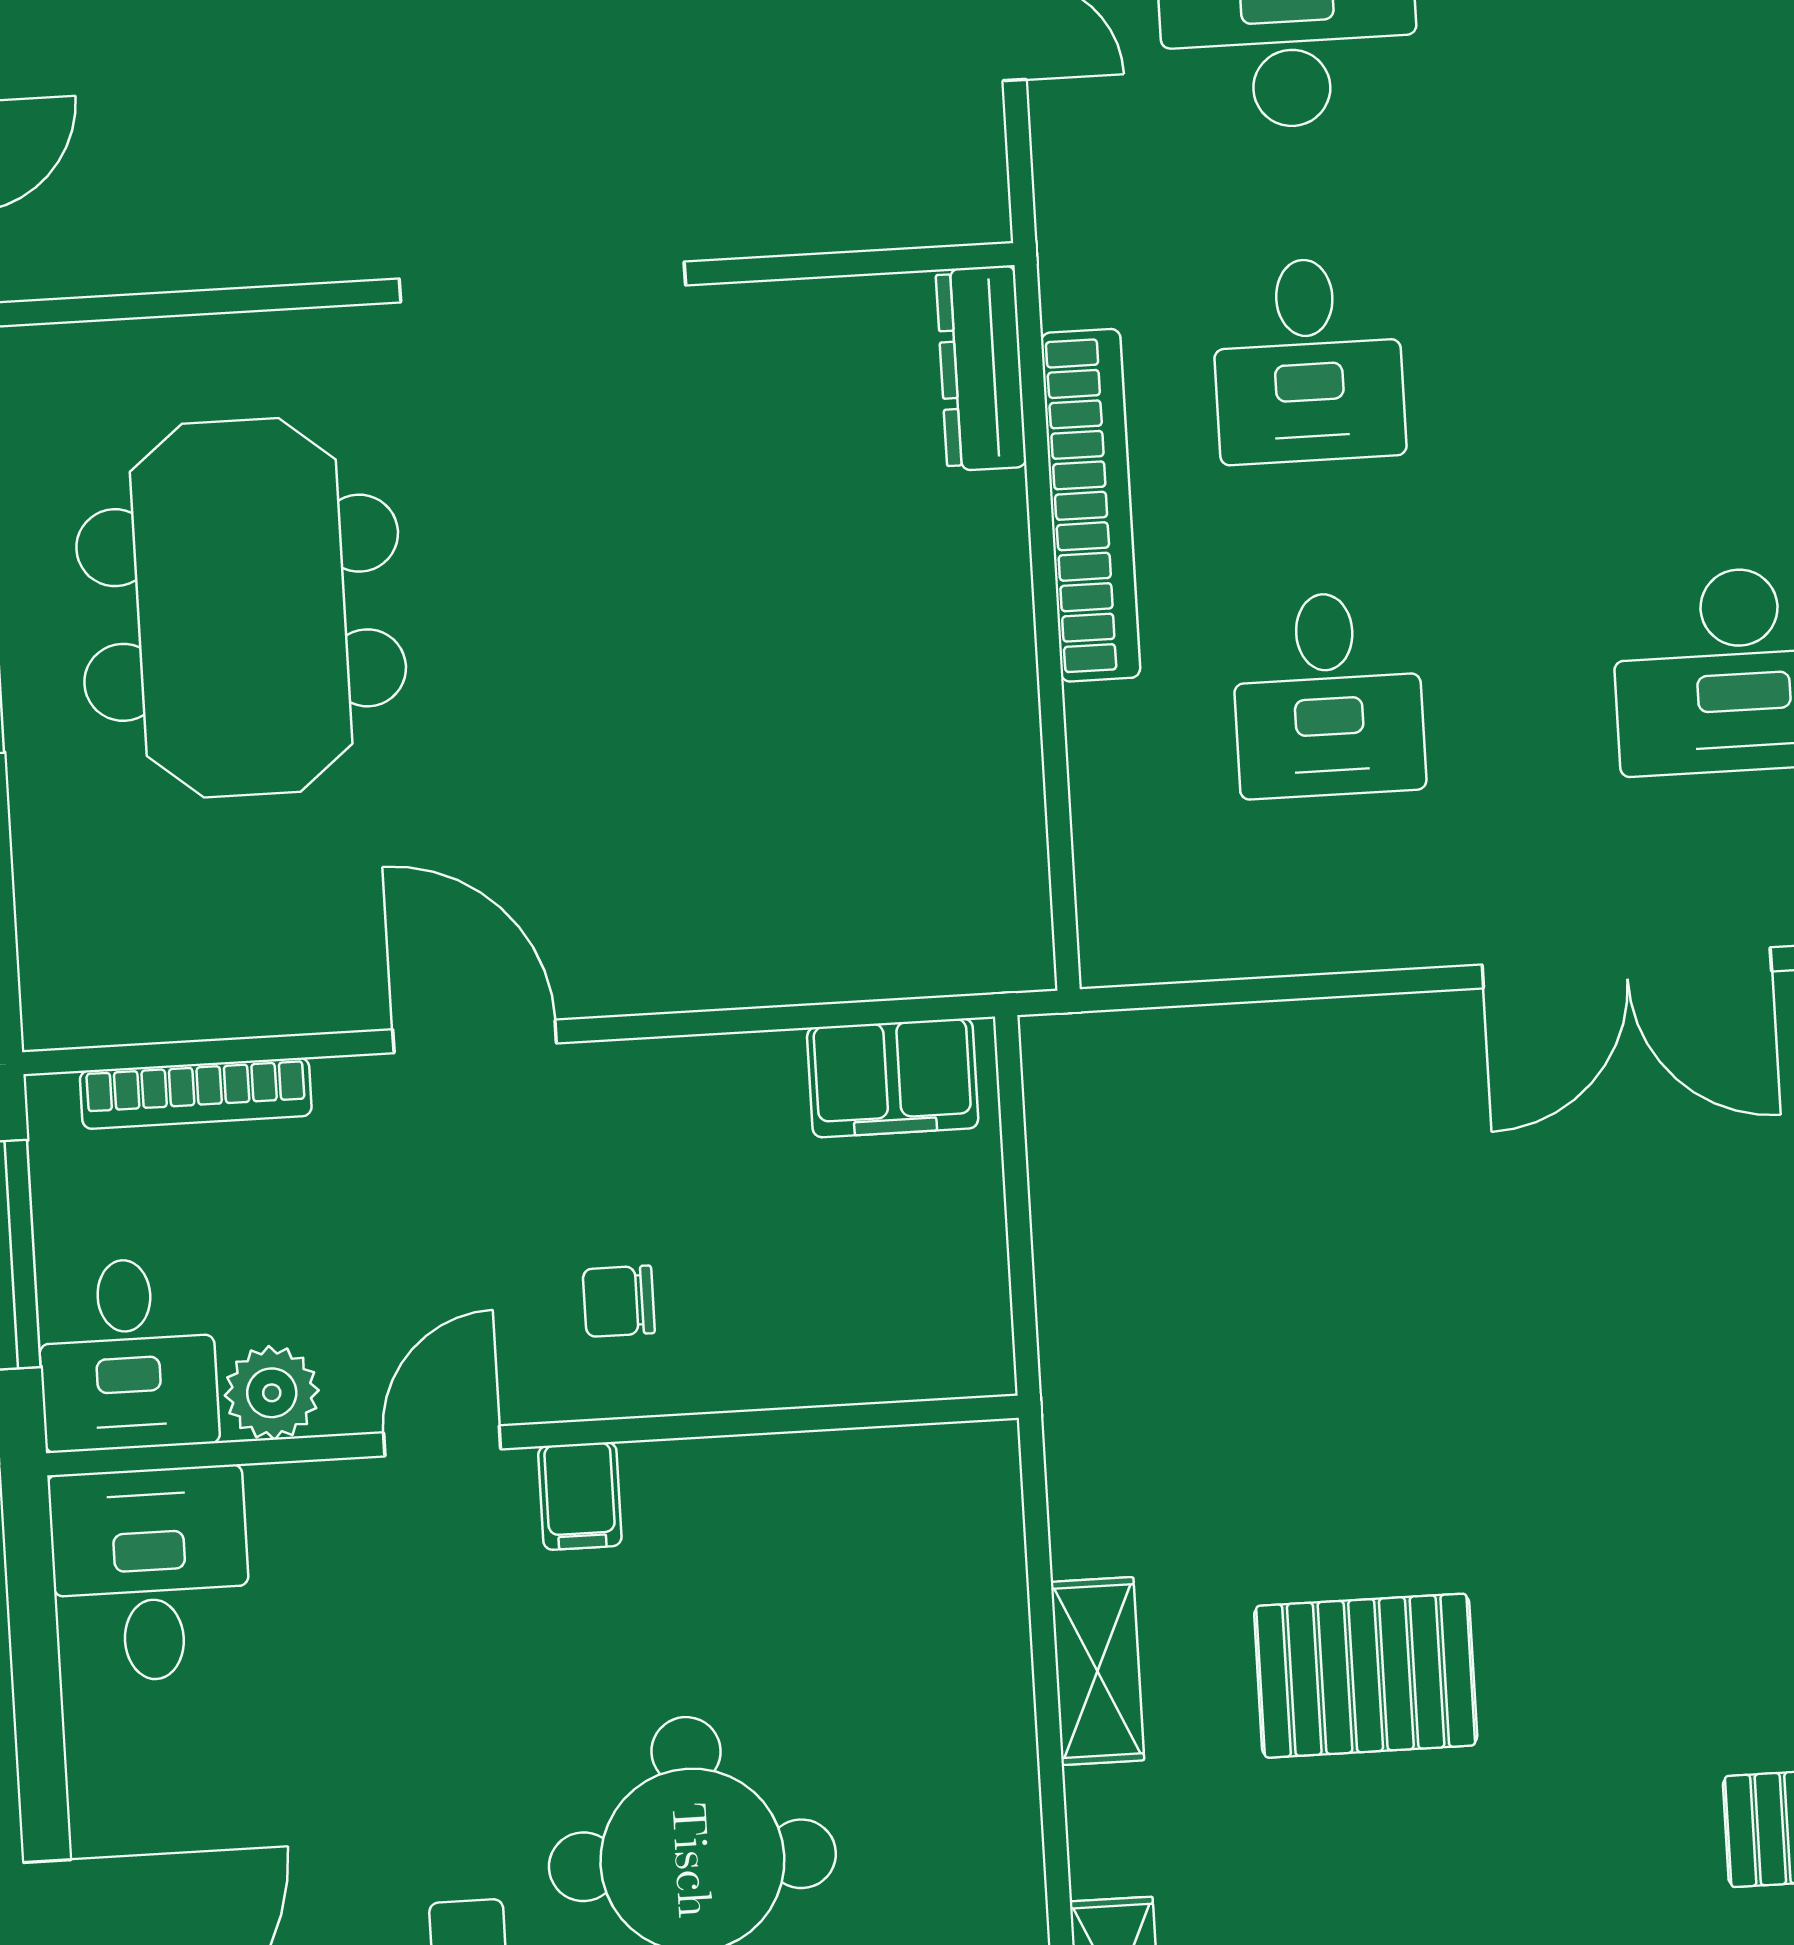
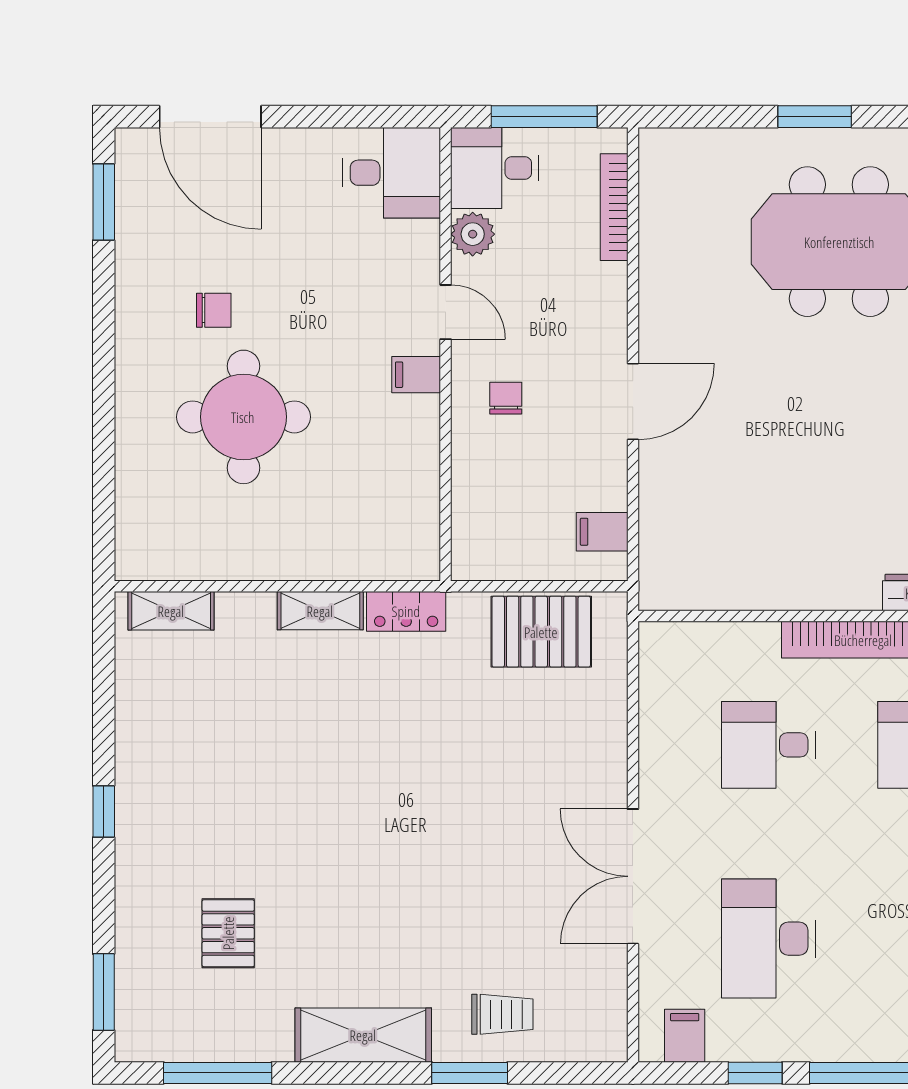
door: (475, 1036) -> (633, 401), moved
filing cabinet: (893, 1078) -> (602, 532), width x0.50
locker: (1088, 1487) -> (406, 611), added
pallet: (1366, 1676) -> (541, 632), moved, turned 90

